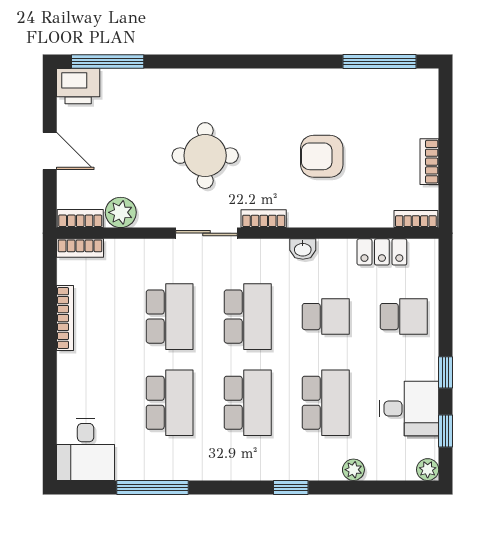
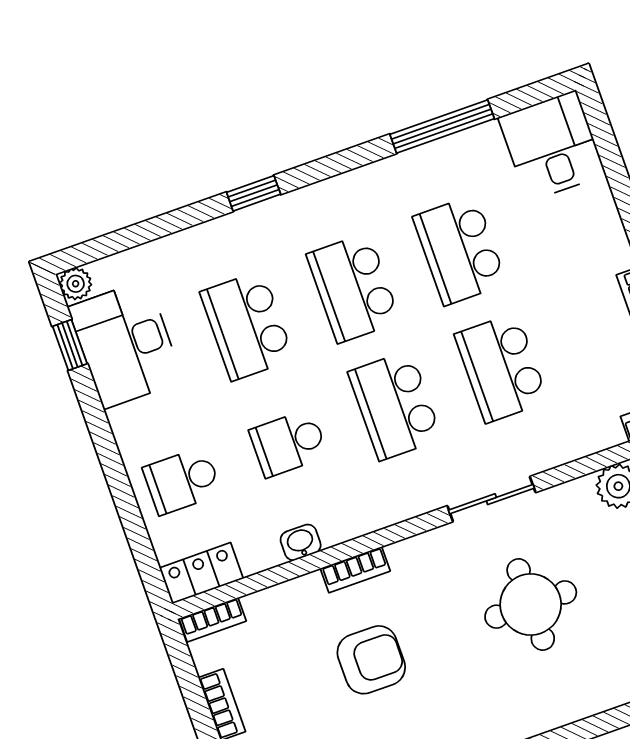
bookcase: (264, 219) -> (355, 570), moved
washbasin: (303, 249) -> (301, 542), moved
locker: (382, 252) -> (201, 573), moved
window: (446, 372) -> (98, 425), removed
desk: (409, 408) -> (126, 344), width x1.37
plant: (353, 470) -> (177, 248), removed

